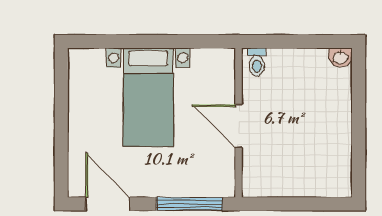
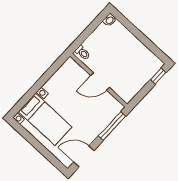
bed with nightstands: (148, 97) -> (45, 119), moved
window: (325, 204) -> (158, 76), added

